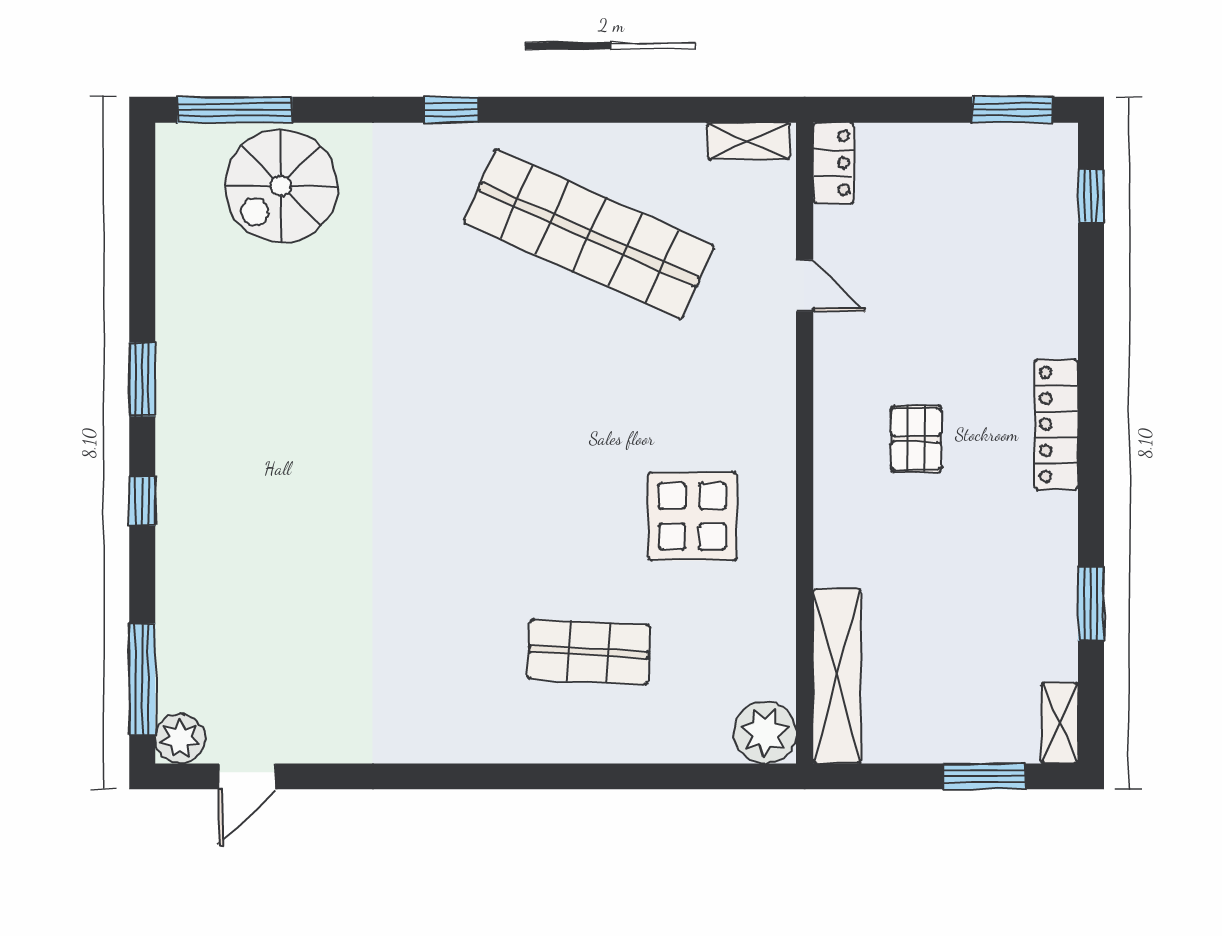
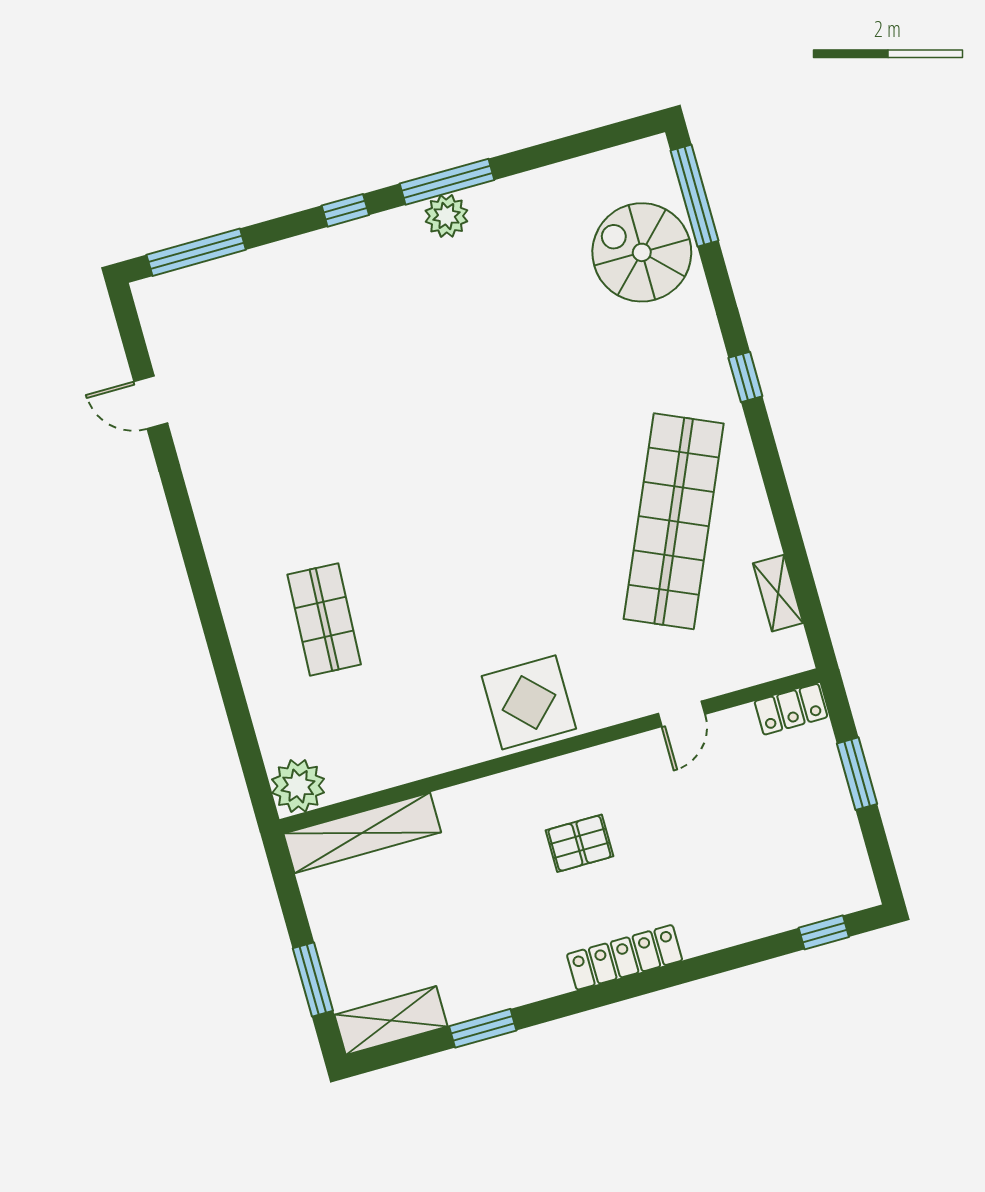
window: (1012, 110) -> (857, 774), moved
shelving: (749, 141) -> (778, 593), moved
window: (142, 380) -> (447, 182), width x1.44
display table: (692, 516) -> (529, 702), moved
shelving: (1060, 723) -> (391, 1021), width x1.50, depth x1.33
plant: (180, 739) -> (446, 216), moved
door: (247, 776) -> (151, 402), moved

